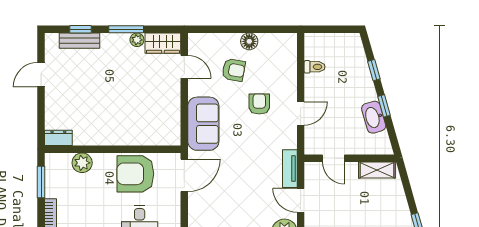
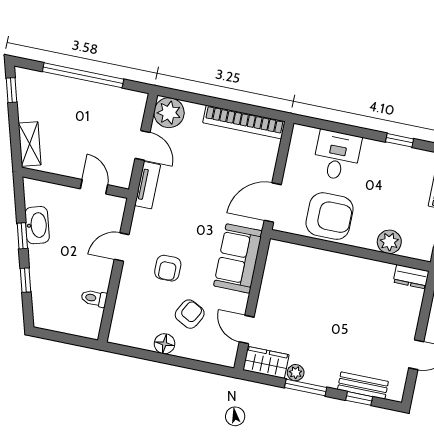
armchair: (234, 70) -> (190, 314), turned 108
shelving: (377, 170) -> (30, 144), moved, turned 74

